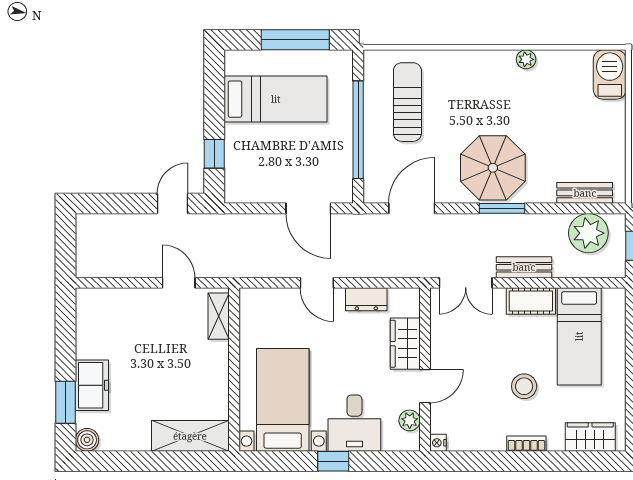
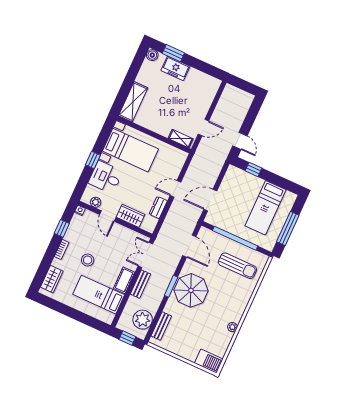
window: (487, 461) -> (62, 228), added

